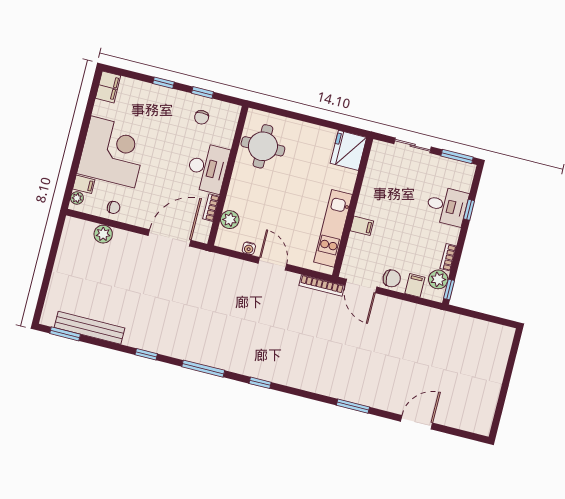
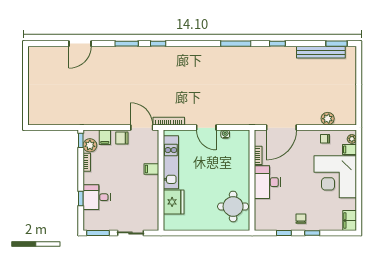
chair: (202, 117) -> (301, 219), moved
fridge: (348, 150) -> (174, 202), moved
plant: (230, 220) -> (243, 150), removed
window: (260, 383) -> (158, 44), moved

